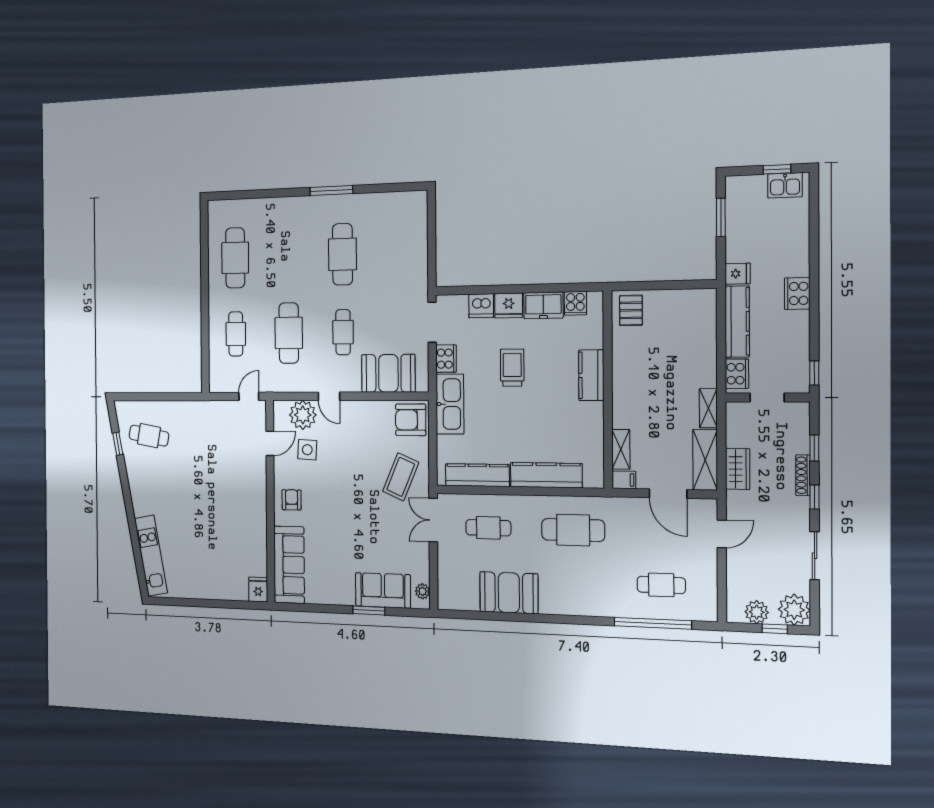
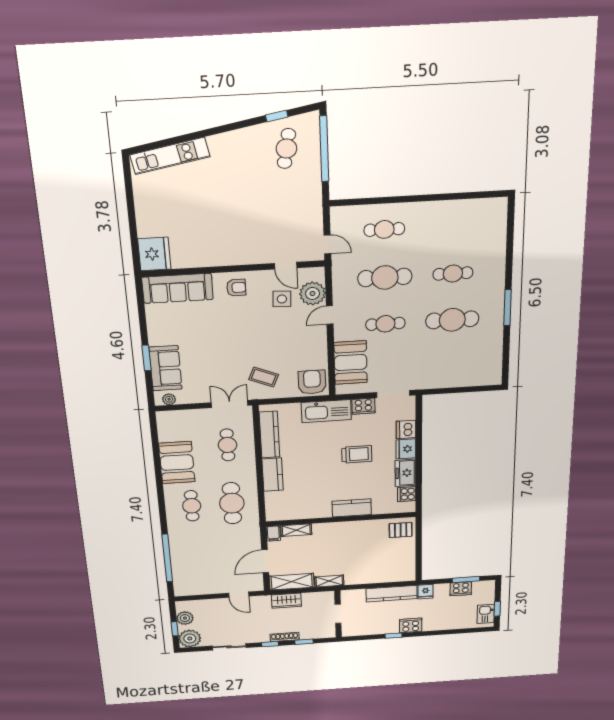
cafe table: (235, 258) -> (453, 274), moved, width x0.73, depth x0.74
window: (814, 373) -> (394, 636), moved
cooker: (737, 374) -> (461, 589), moved
window: (151, 397) -> (324, 149), added
kitchen counter: (546, 475) -> (273, 475), width x0.67
coffee table: (401, 477) -> (264, 377), width x0.73, depth x0.77
cafe table: (661, 585) -> (192, 506), moved
fridge: (258, 590) -> (154, 254), width x1.88, depth x1.34

